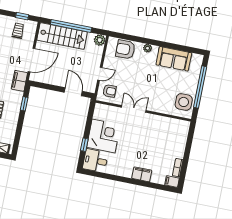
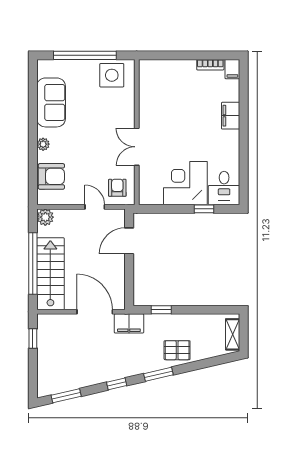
trolley: (18, 31) -> (56, 340), removed
armchair: (125, 49) -> (51, 176), turned -89

